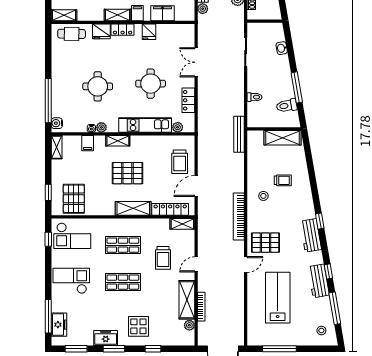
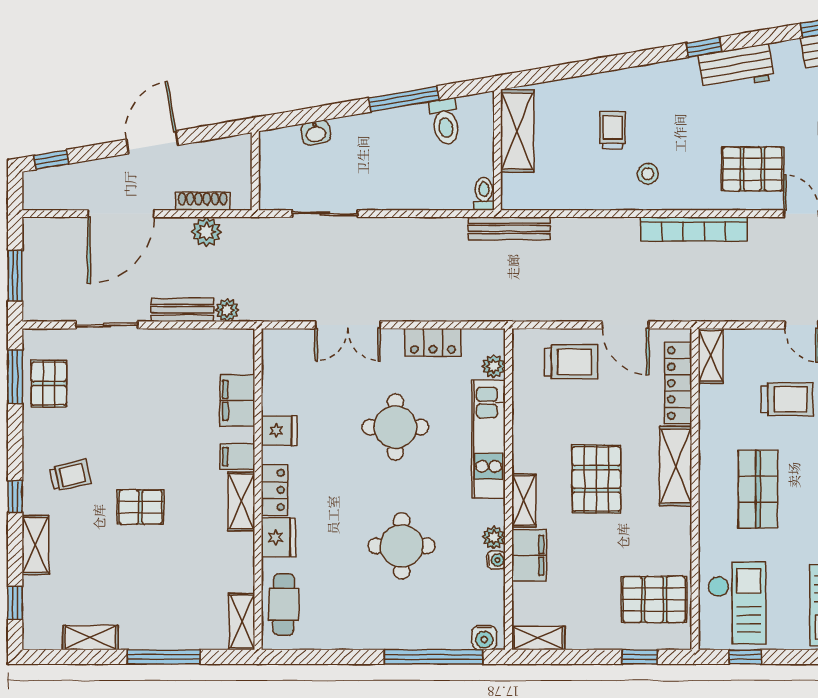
toilet: (254, 97) -> (484, 194), moved
filing cabinet: (88, 143) -> (529, 555), width x2.00
pallet: (265, 243) -> (752, 169), turned 90

